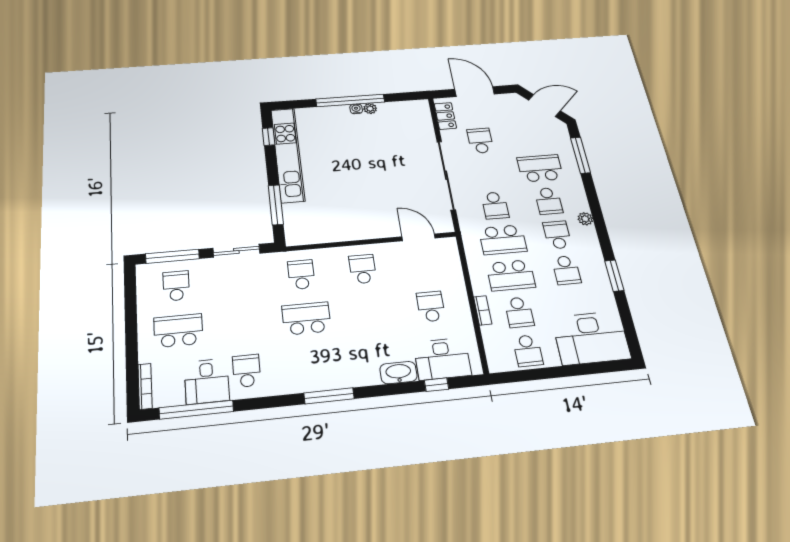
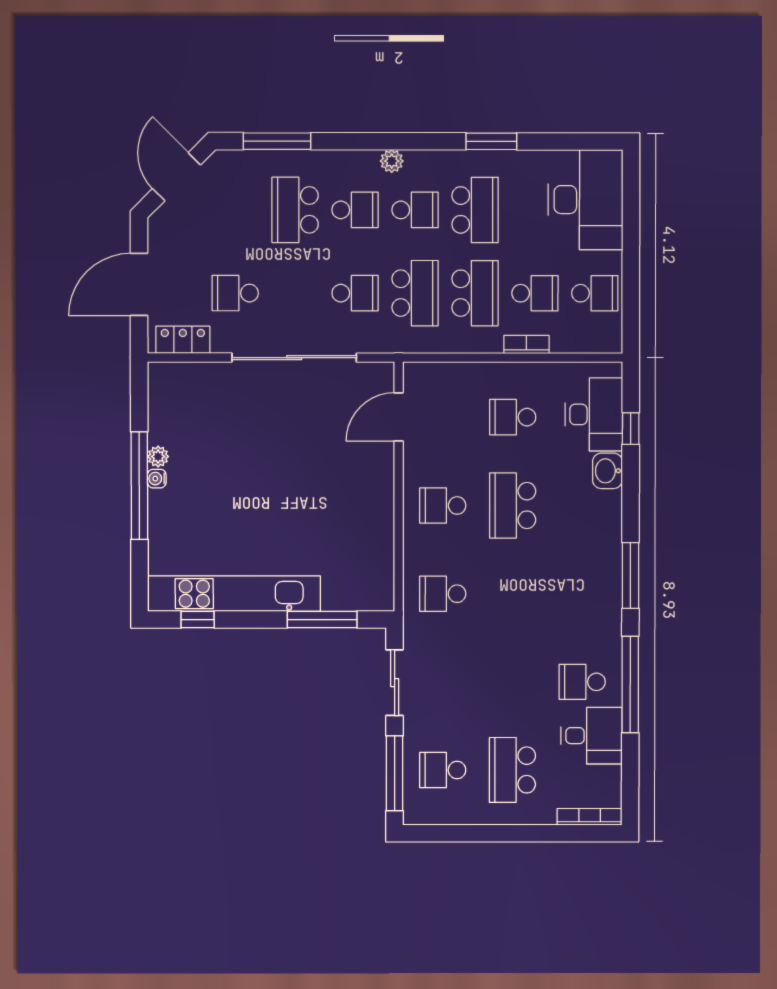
school desk: (557, 235) -> (415, 210), turned 180
school desk: (566, 270) -> (475, 210), width x1.85
school desk: (306, 318) -> (513, 505), moved
washbasin: (398, 373) -> (607, 471), width x0.72
window: (196, 410) -> (630, 685), moved

